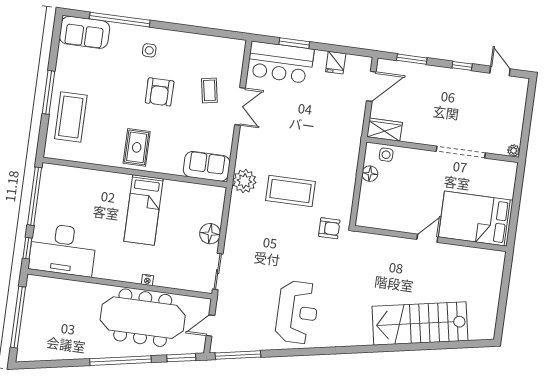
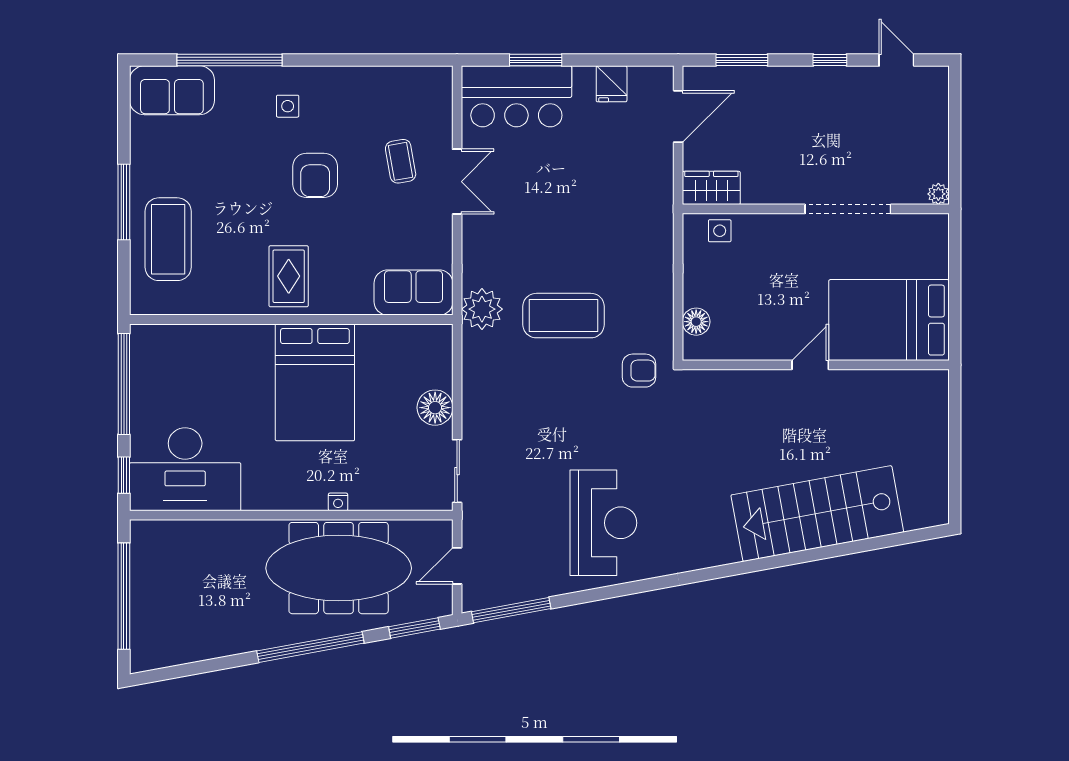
floor lamp: (370, 174) -> (696, 322), moved
bed: (144, 210) -> (315, 382), width x1.50

